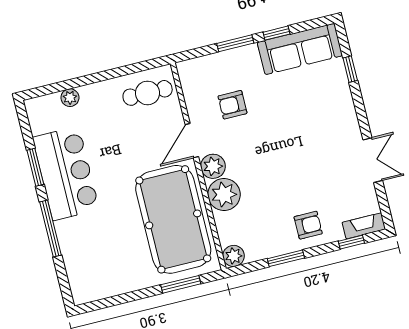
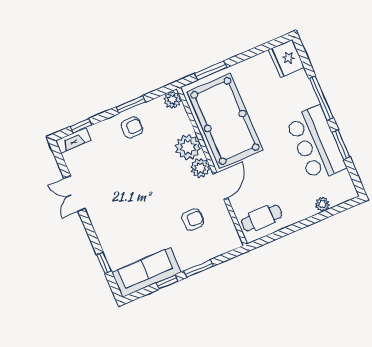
armchair: (308, 225) -> (132, 127), moved, turned 180
fridge: (85, 284) -> (286, 59), added

